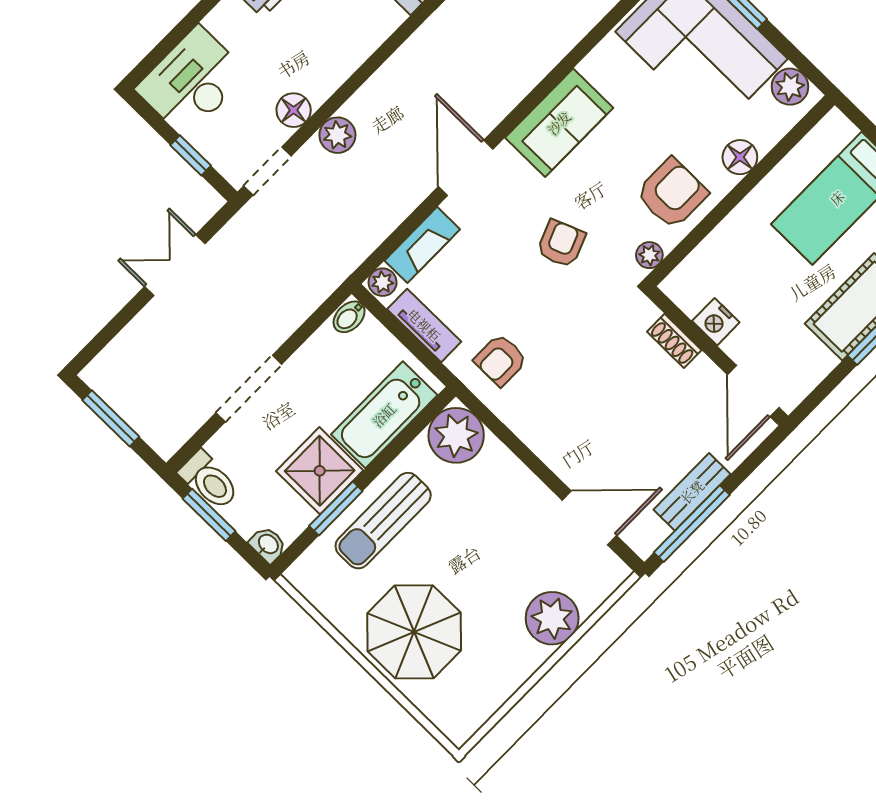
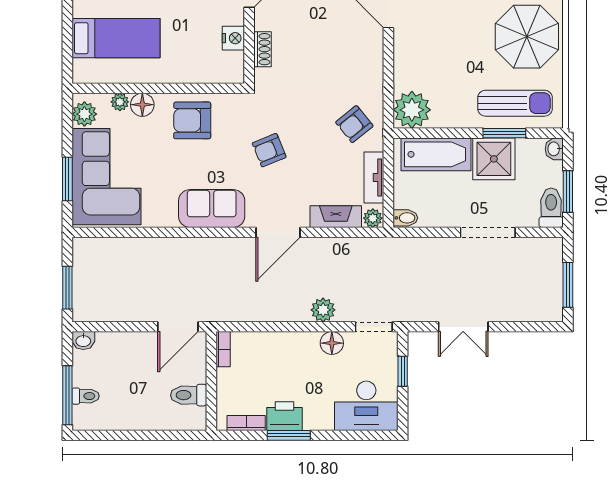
plant: (649, 255) -> (120, 102), moved
armchair: (500, 360) -> (354, 124), turned 141
sun lounger: (383, 521) -> (515, 103), moved

